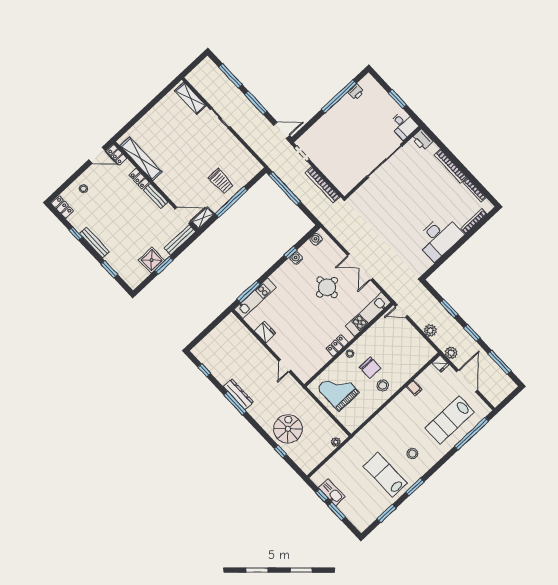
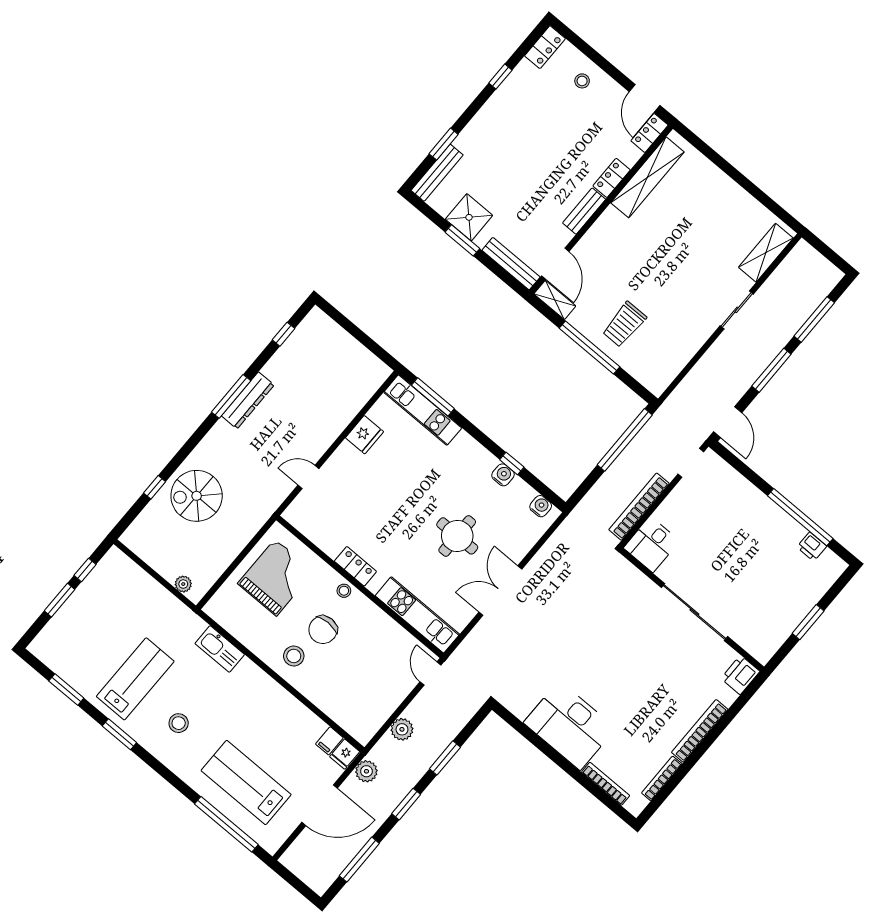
desk: (403, 125) -> (652, 544), moved
bench: (94, 243) -> (437, 173), moved
filing cabinet: (414, 388) -> (329, 741), moved
spiral stairs: (288, 429) -> (197, 496), turned 180
kitchen sink: (332, 492) -> (220, 649), moved, turned 90

